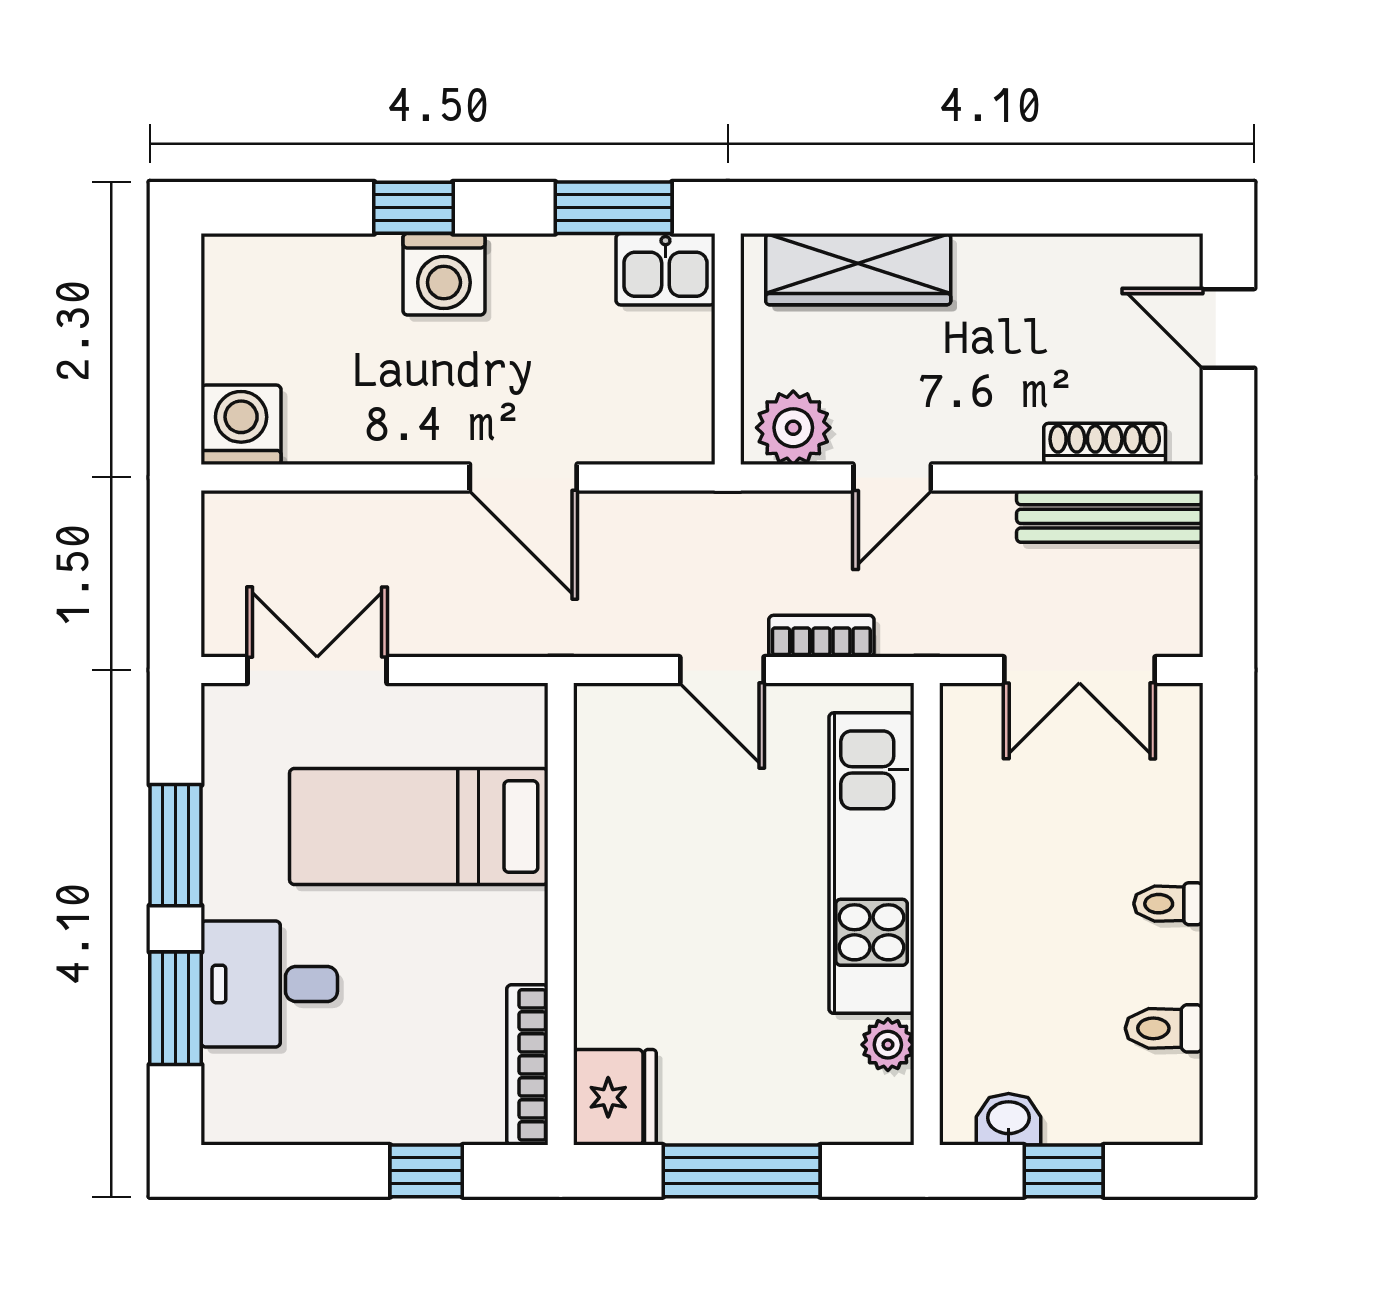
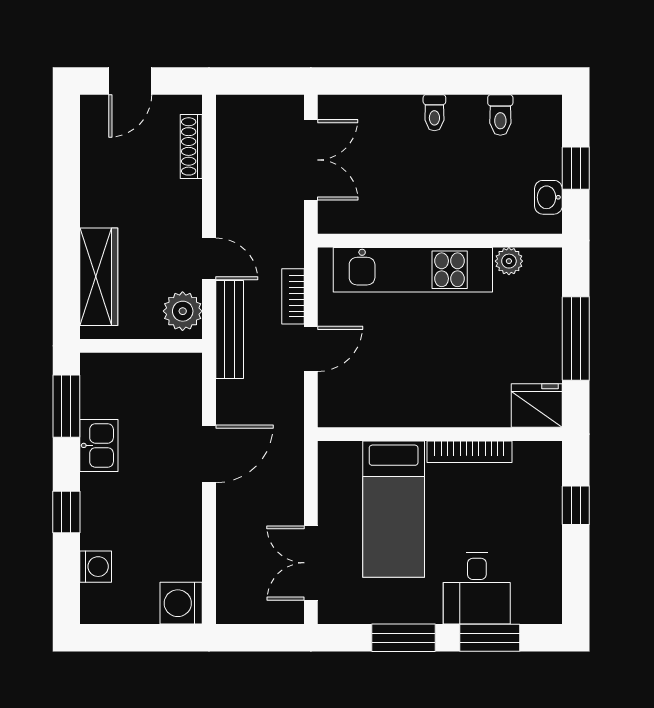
kitchen sink: (665, 269) -> (99, 445), moved
washing machine: (444, 274) -> (96, 567), moved, width x0.73, depth x0.73
bench: (1110, 516) -> (230, 329), moved
bookcase: (527, 1065) -> (469, 452), moved

